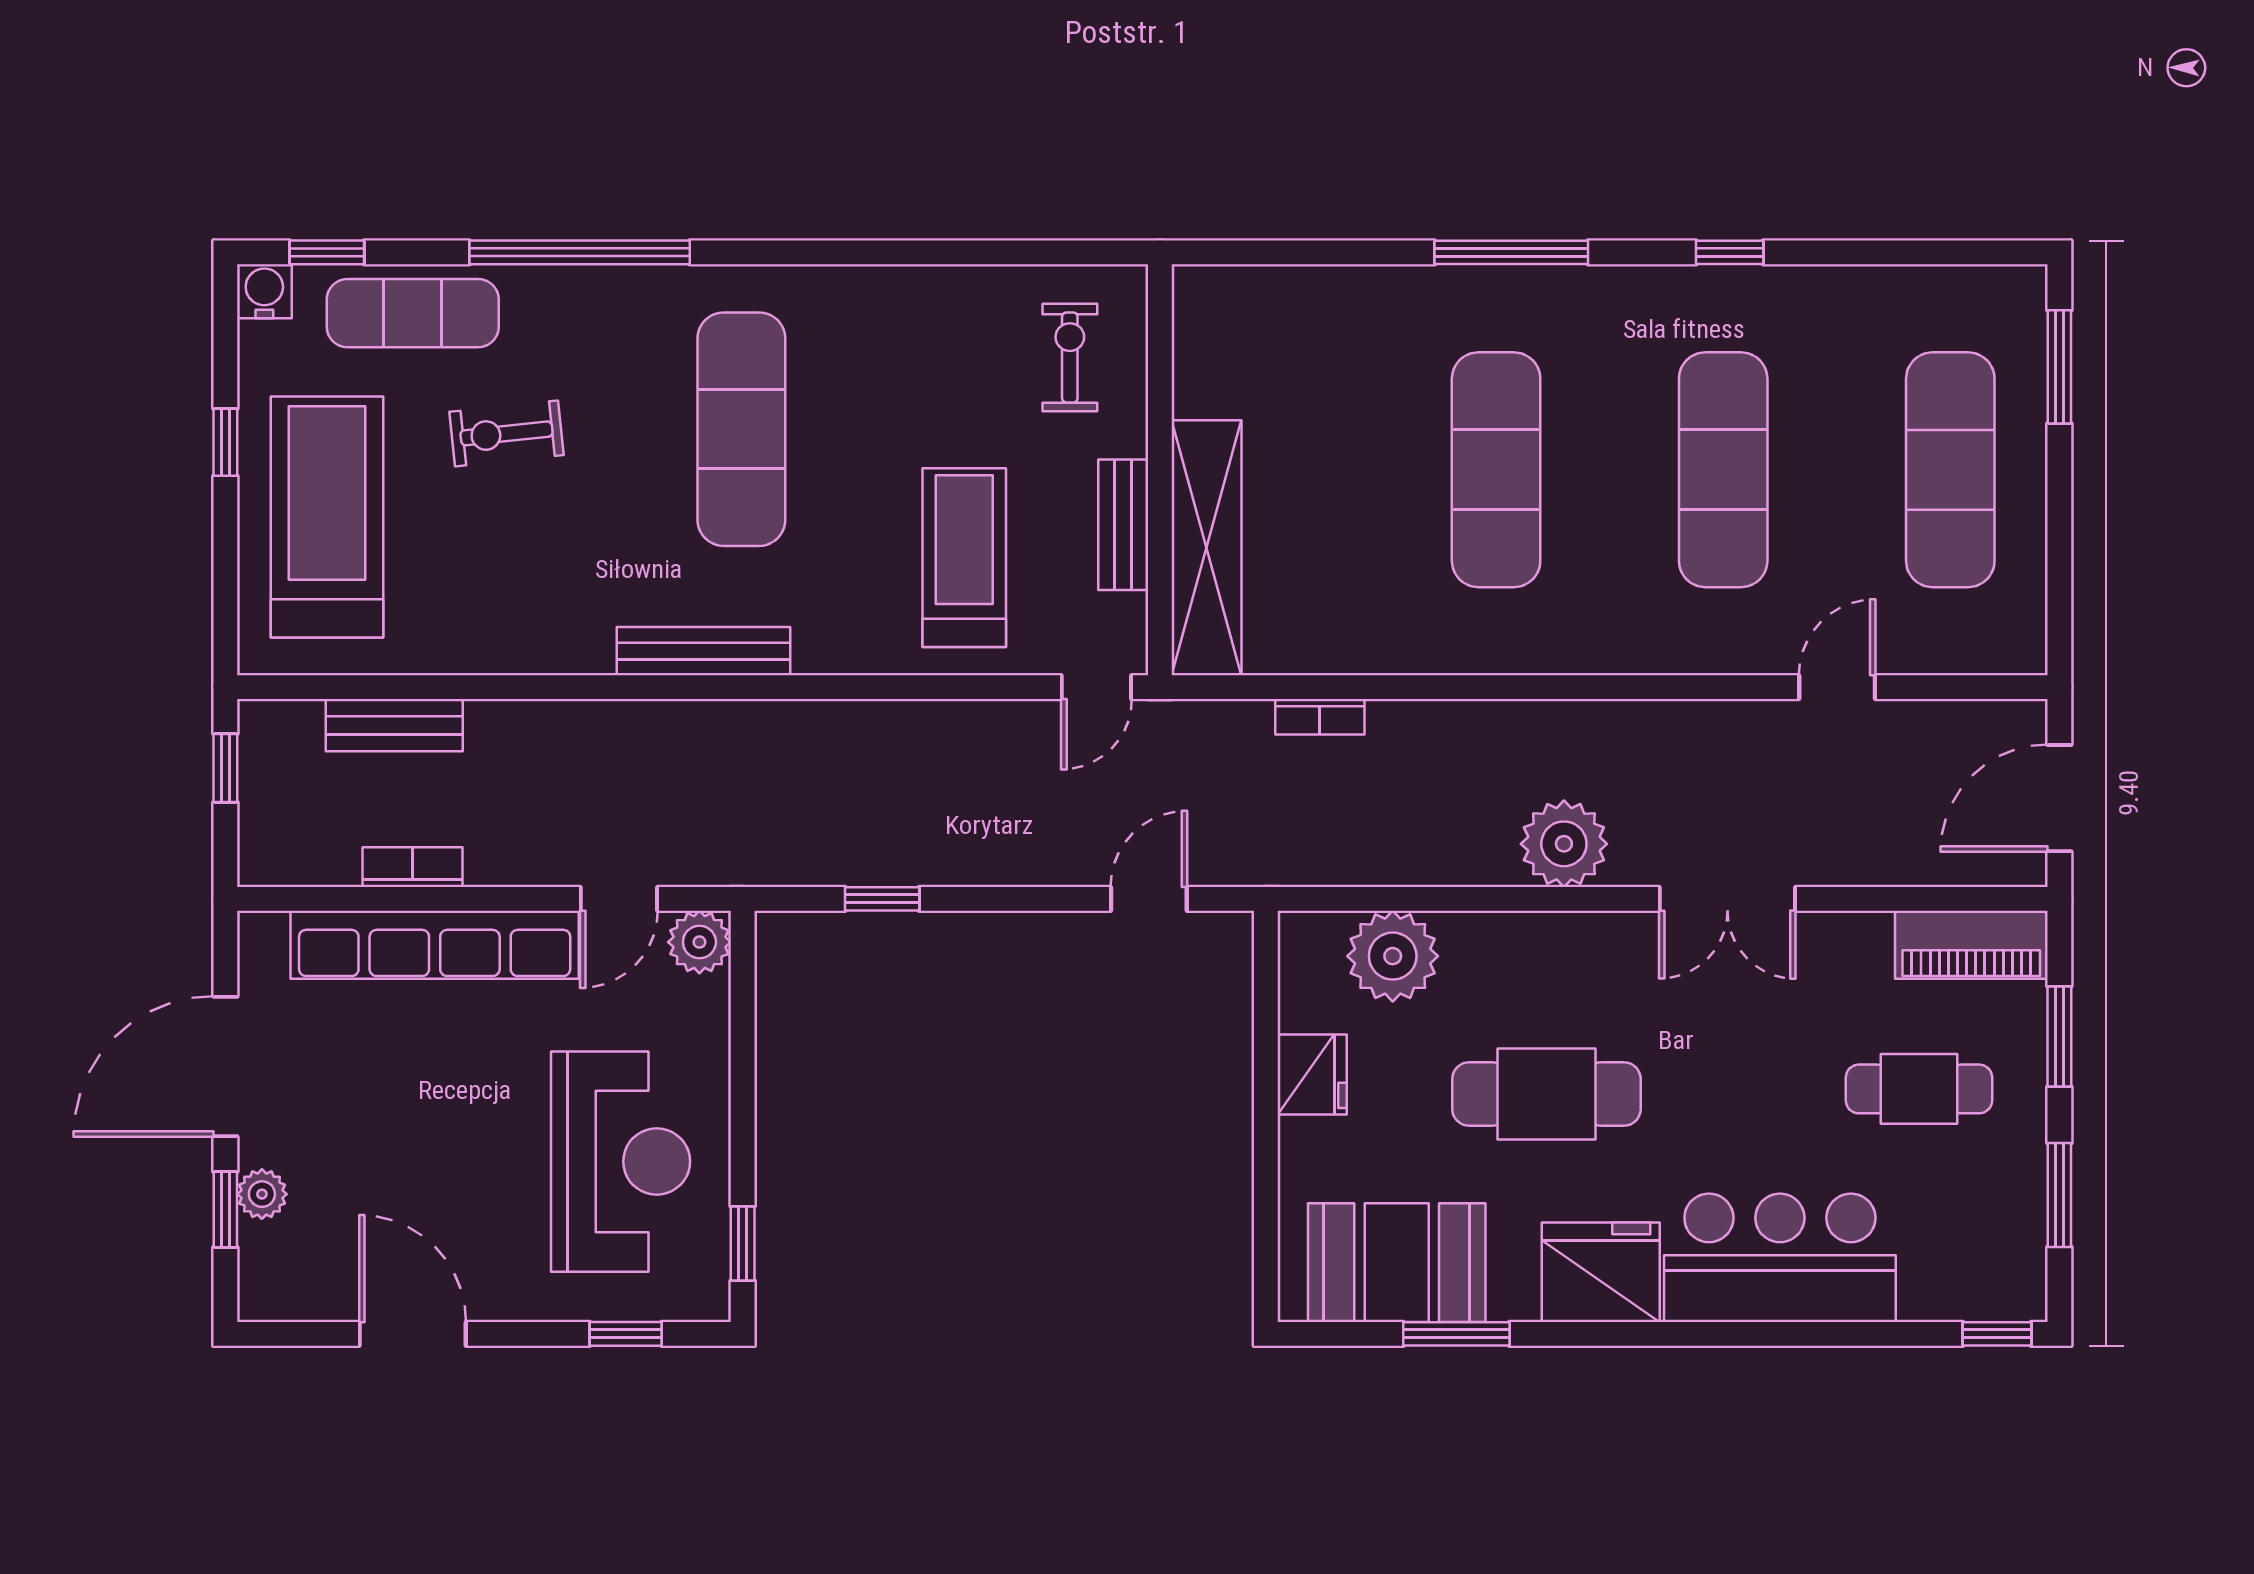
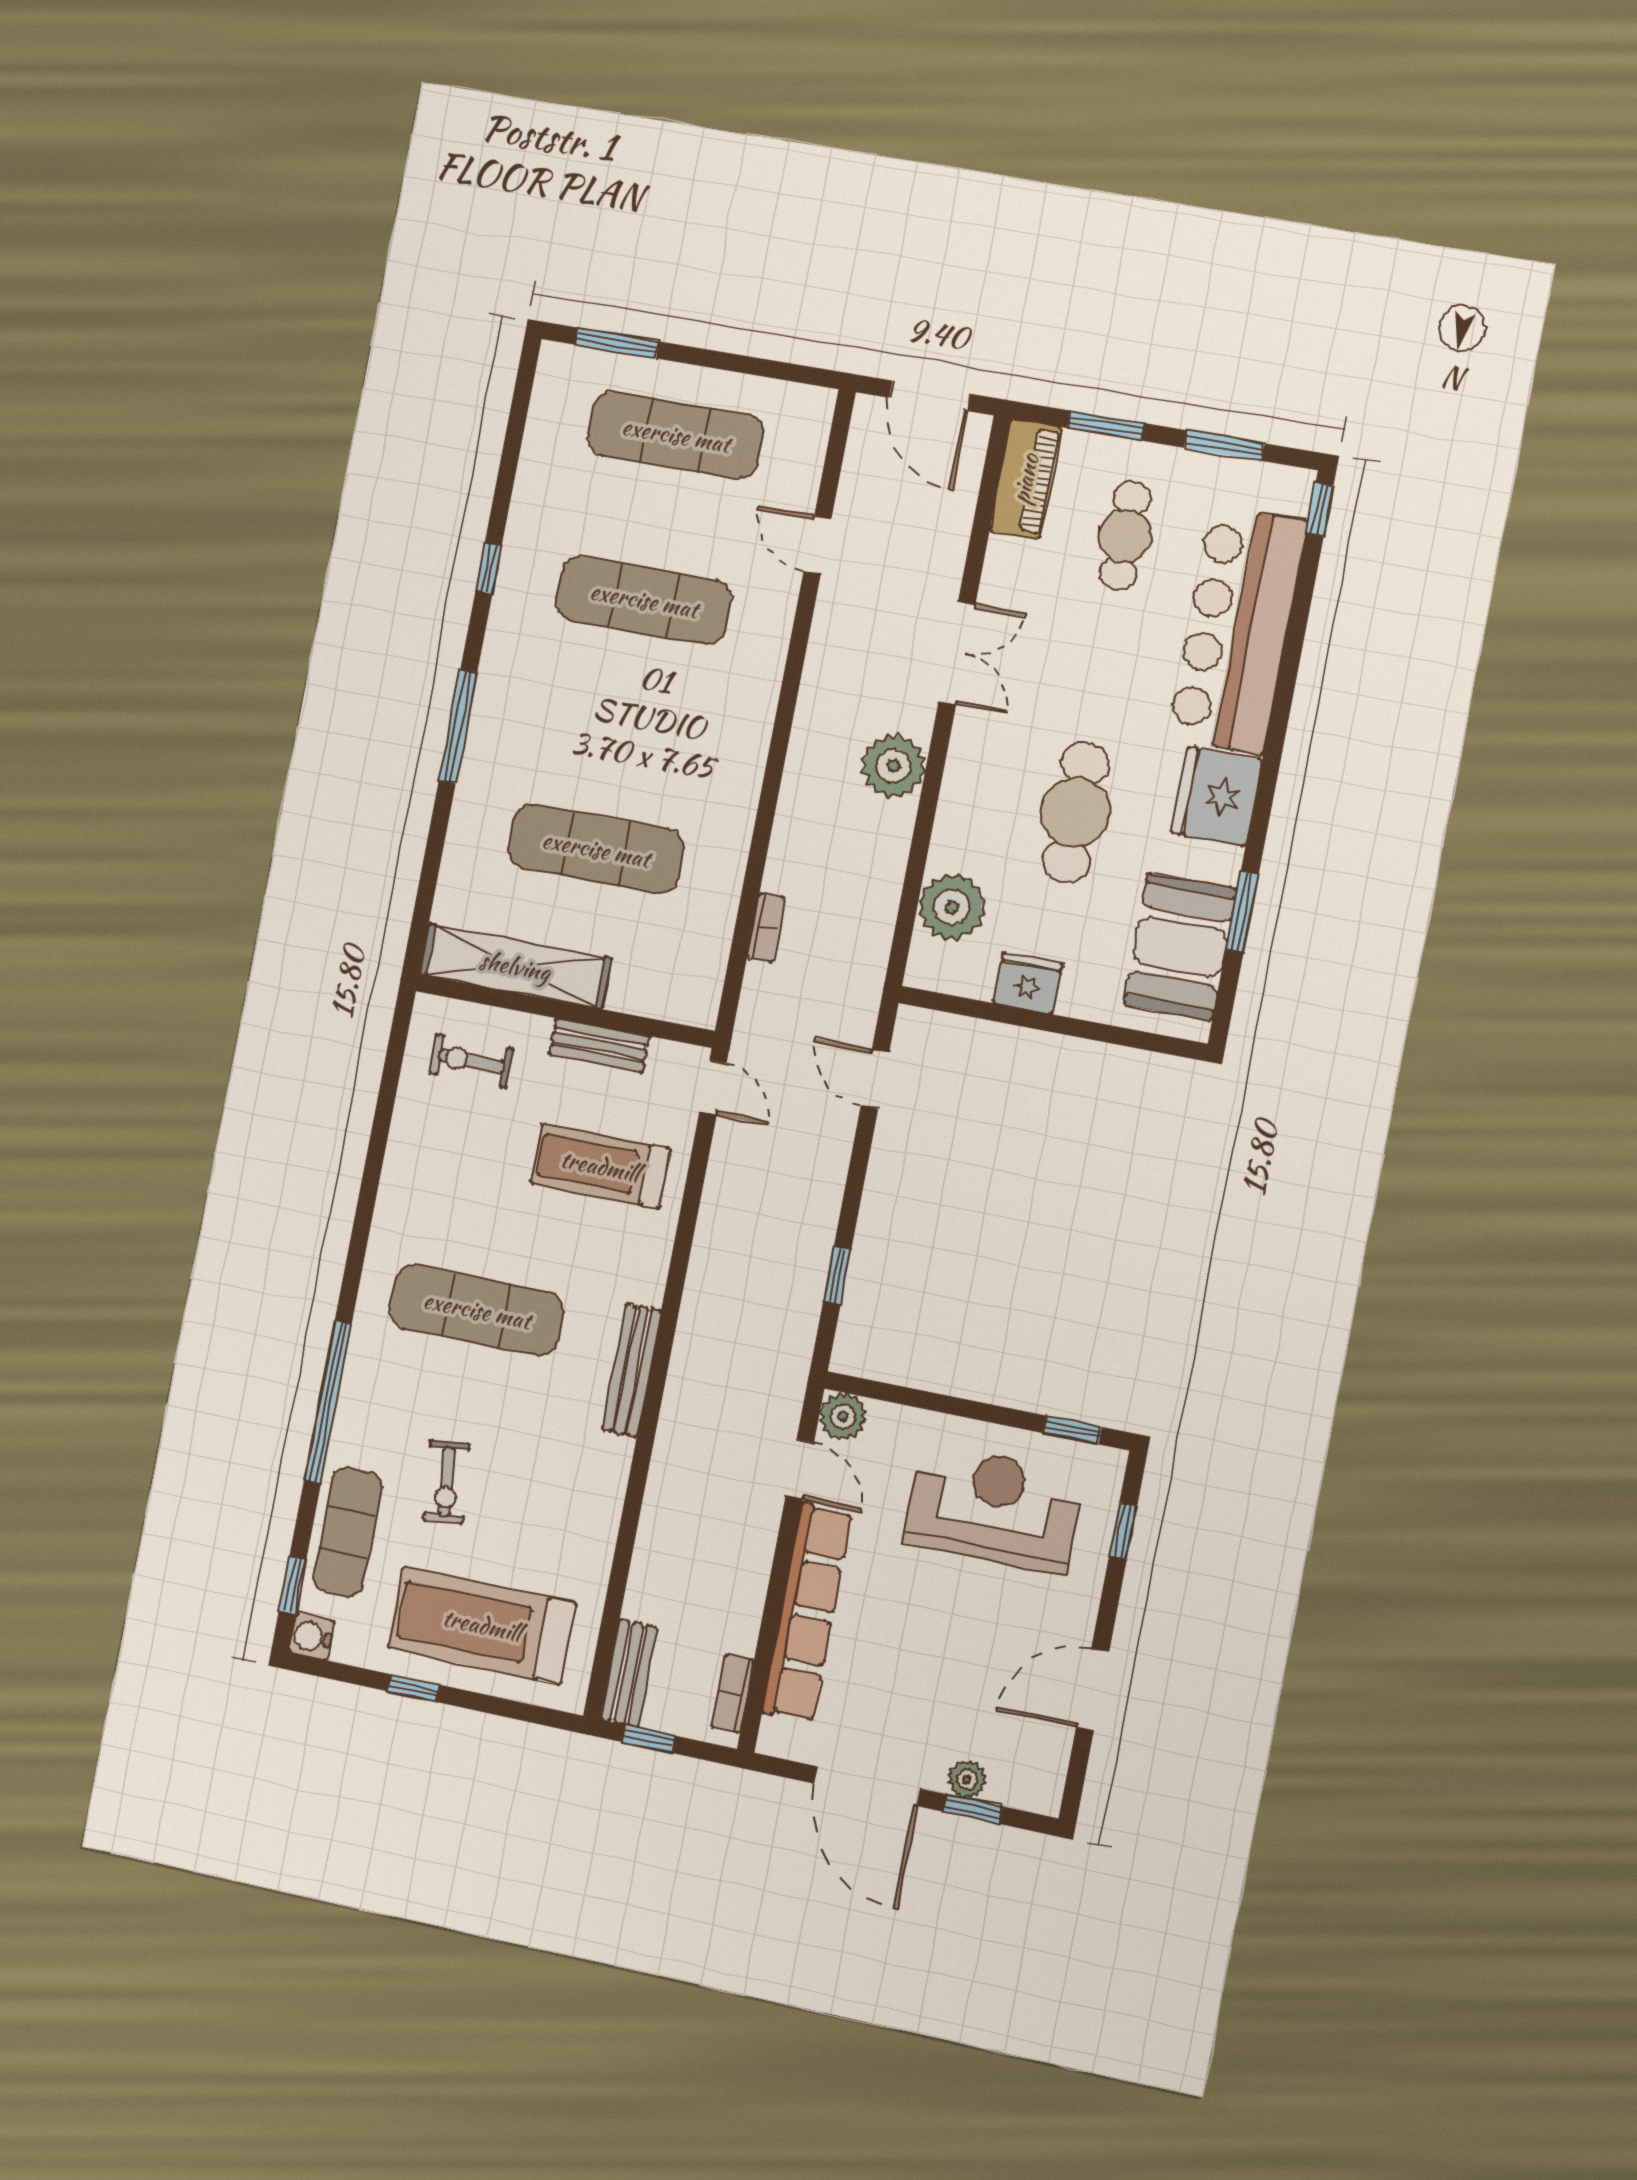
exercise mat: (1496, 470) -> (596, 849), moved
shelving: (1207, 548) -> (515, 966), moved
bench: (394, 725) -> (629, 1673), moved
bookcase: (412, 867) -> (733, 1693), moved
bar counter: (1780, 1258) -> (1237, 630), width x1.36

